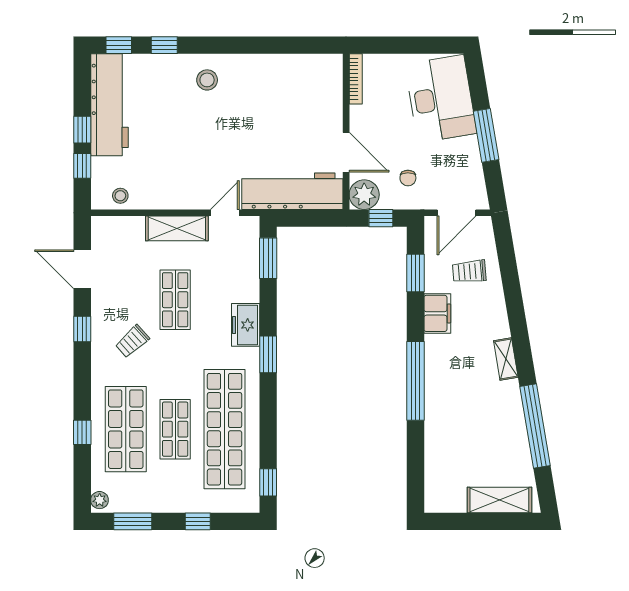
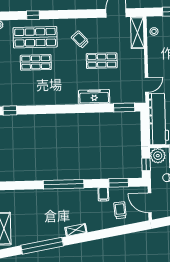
door: (225, 213) -> (147, 85), hinge flipped
shelving: (177, 228) -> (137, 33), moved
filing cabinet: (437, 313) -> (103, 194), width x0.50
freezer: (246, 325) -> (94, 97), width x1.40
window: (82, 329) -> (86, 14), removed
window: (268, 354) -> (75, 109), removed
shop shelf: (225, 429) -> (36, 88), removed

